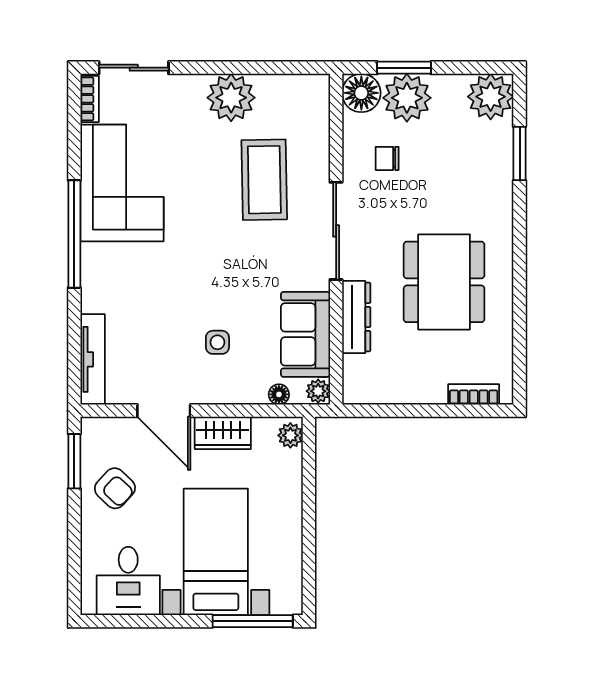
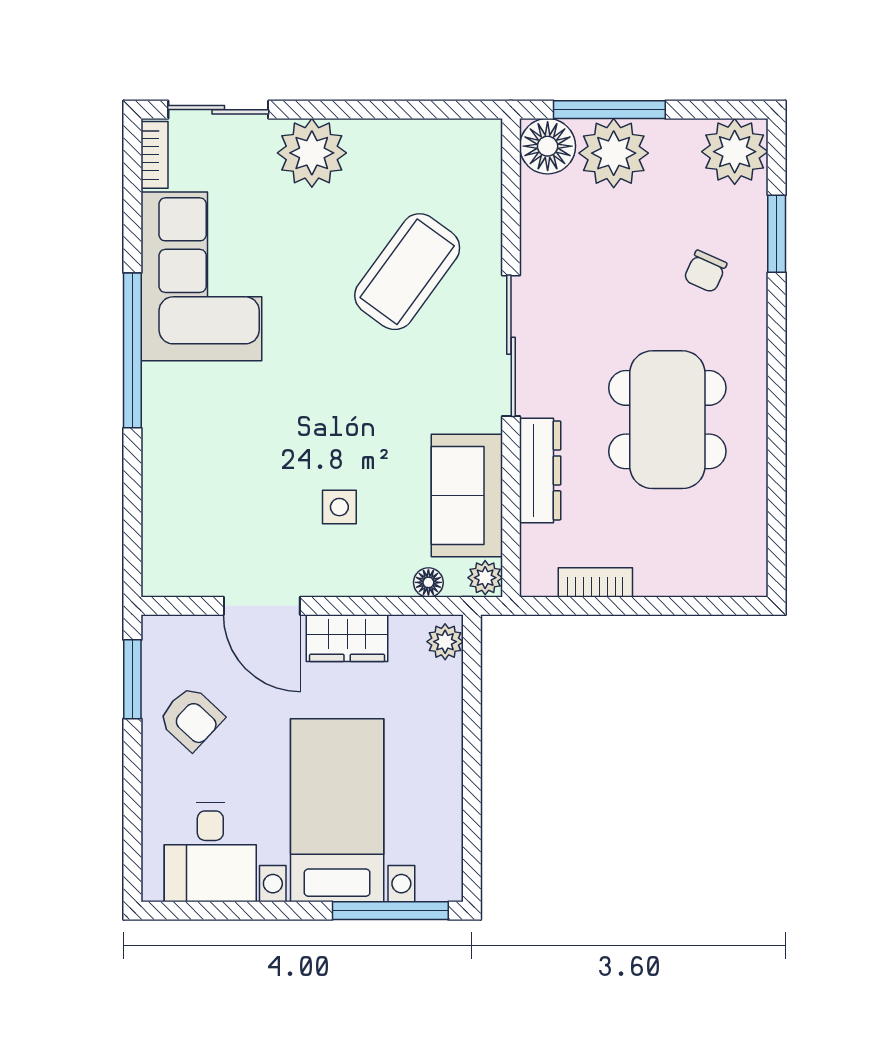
window: (404, 68) -> (609, 110), width x1.44
plant: (231, 98) -> (312, 153), moved
chair: (387, 158) -> (705, 271), moved, turned -66
coffee table: (264, 180) -> (407, 272), turned 37
tv unit: (93, 359) -> (159, 532), removed
bookcase: (474, 394) -> (595, 582), moved

